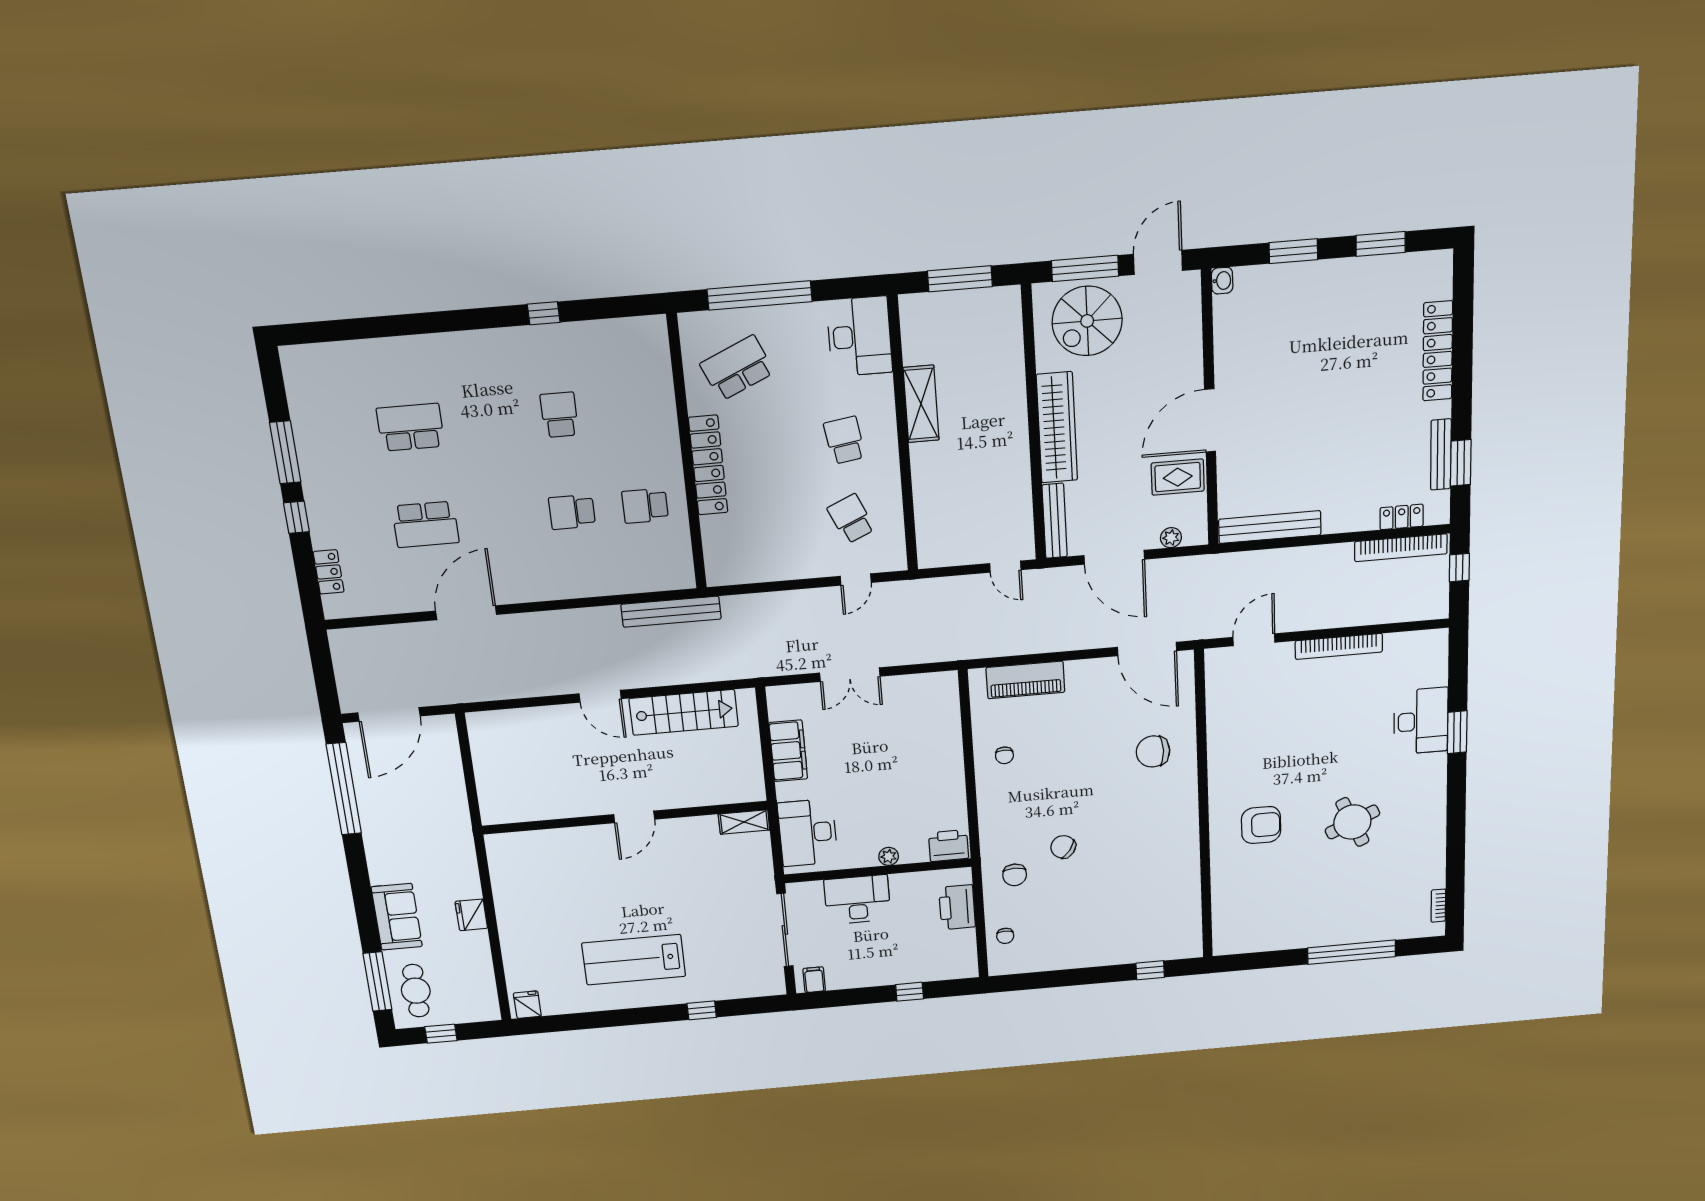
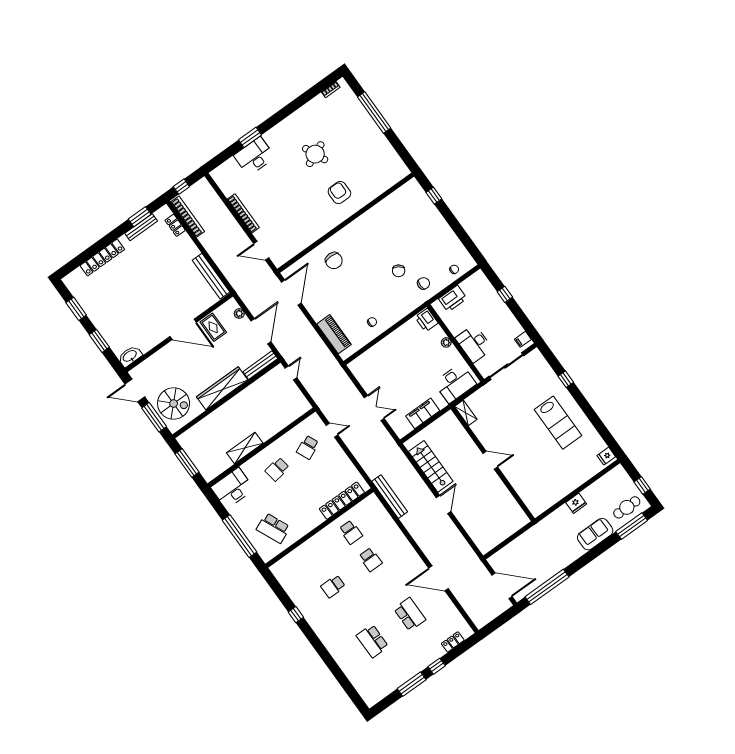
washbasin: (1222, 281) -> (130, 356), width x1.91, depth x1.45
locker: (708, 465) -> (342, 501), moved

